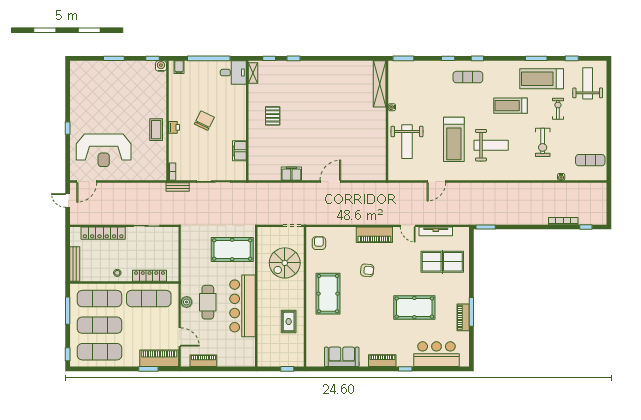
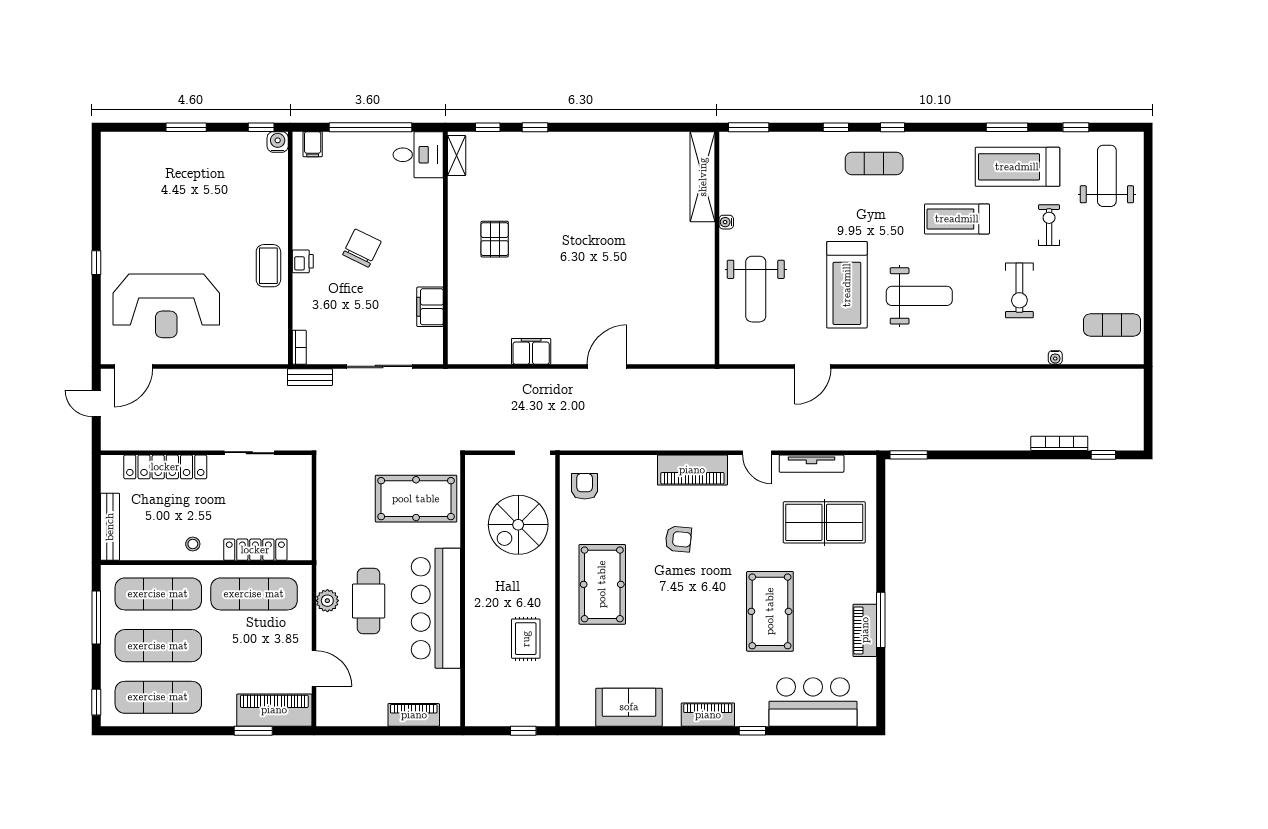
pool table: (414, 308) -> (770, 611), turned 90
piano: (203, 361) -> (414, 715), moved

